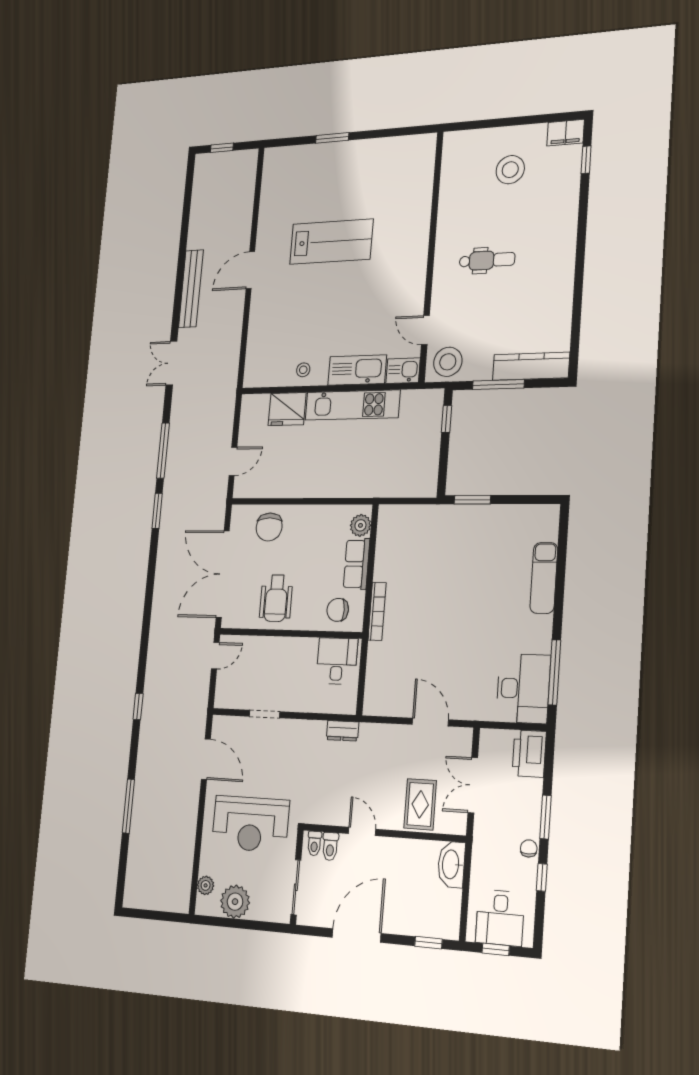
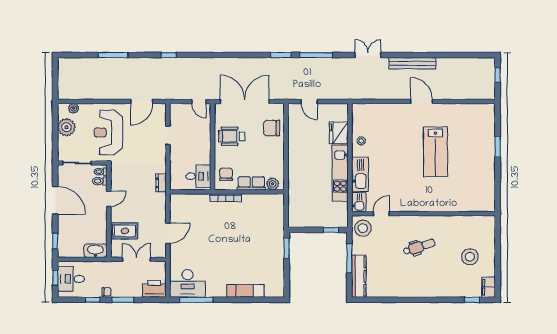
dental chair: (487, 260) -> (419, 247), turned -108

